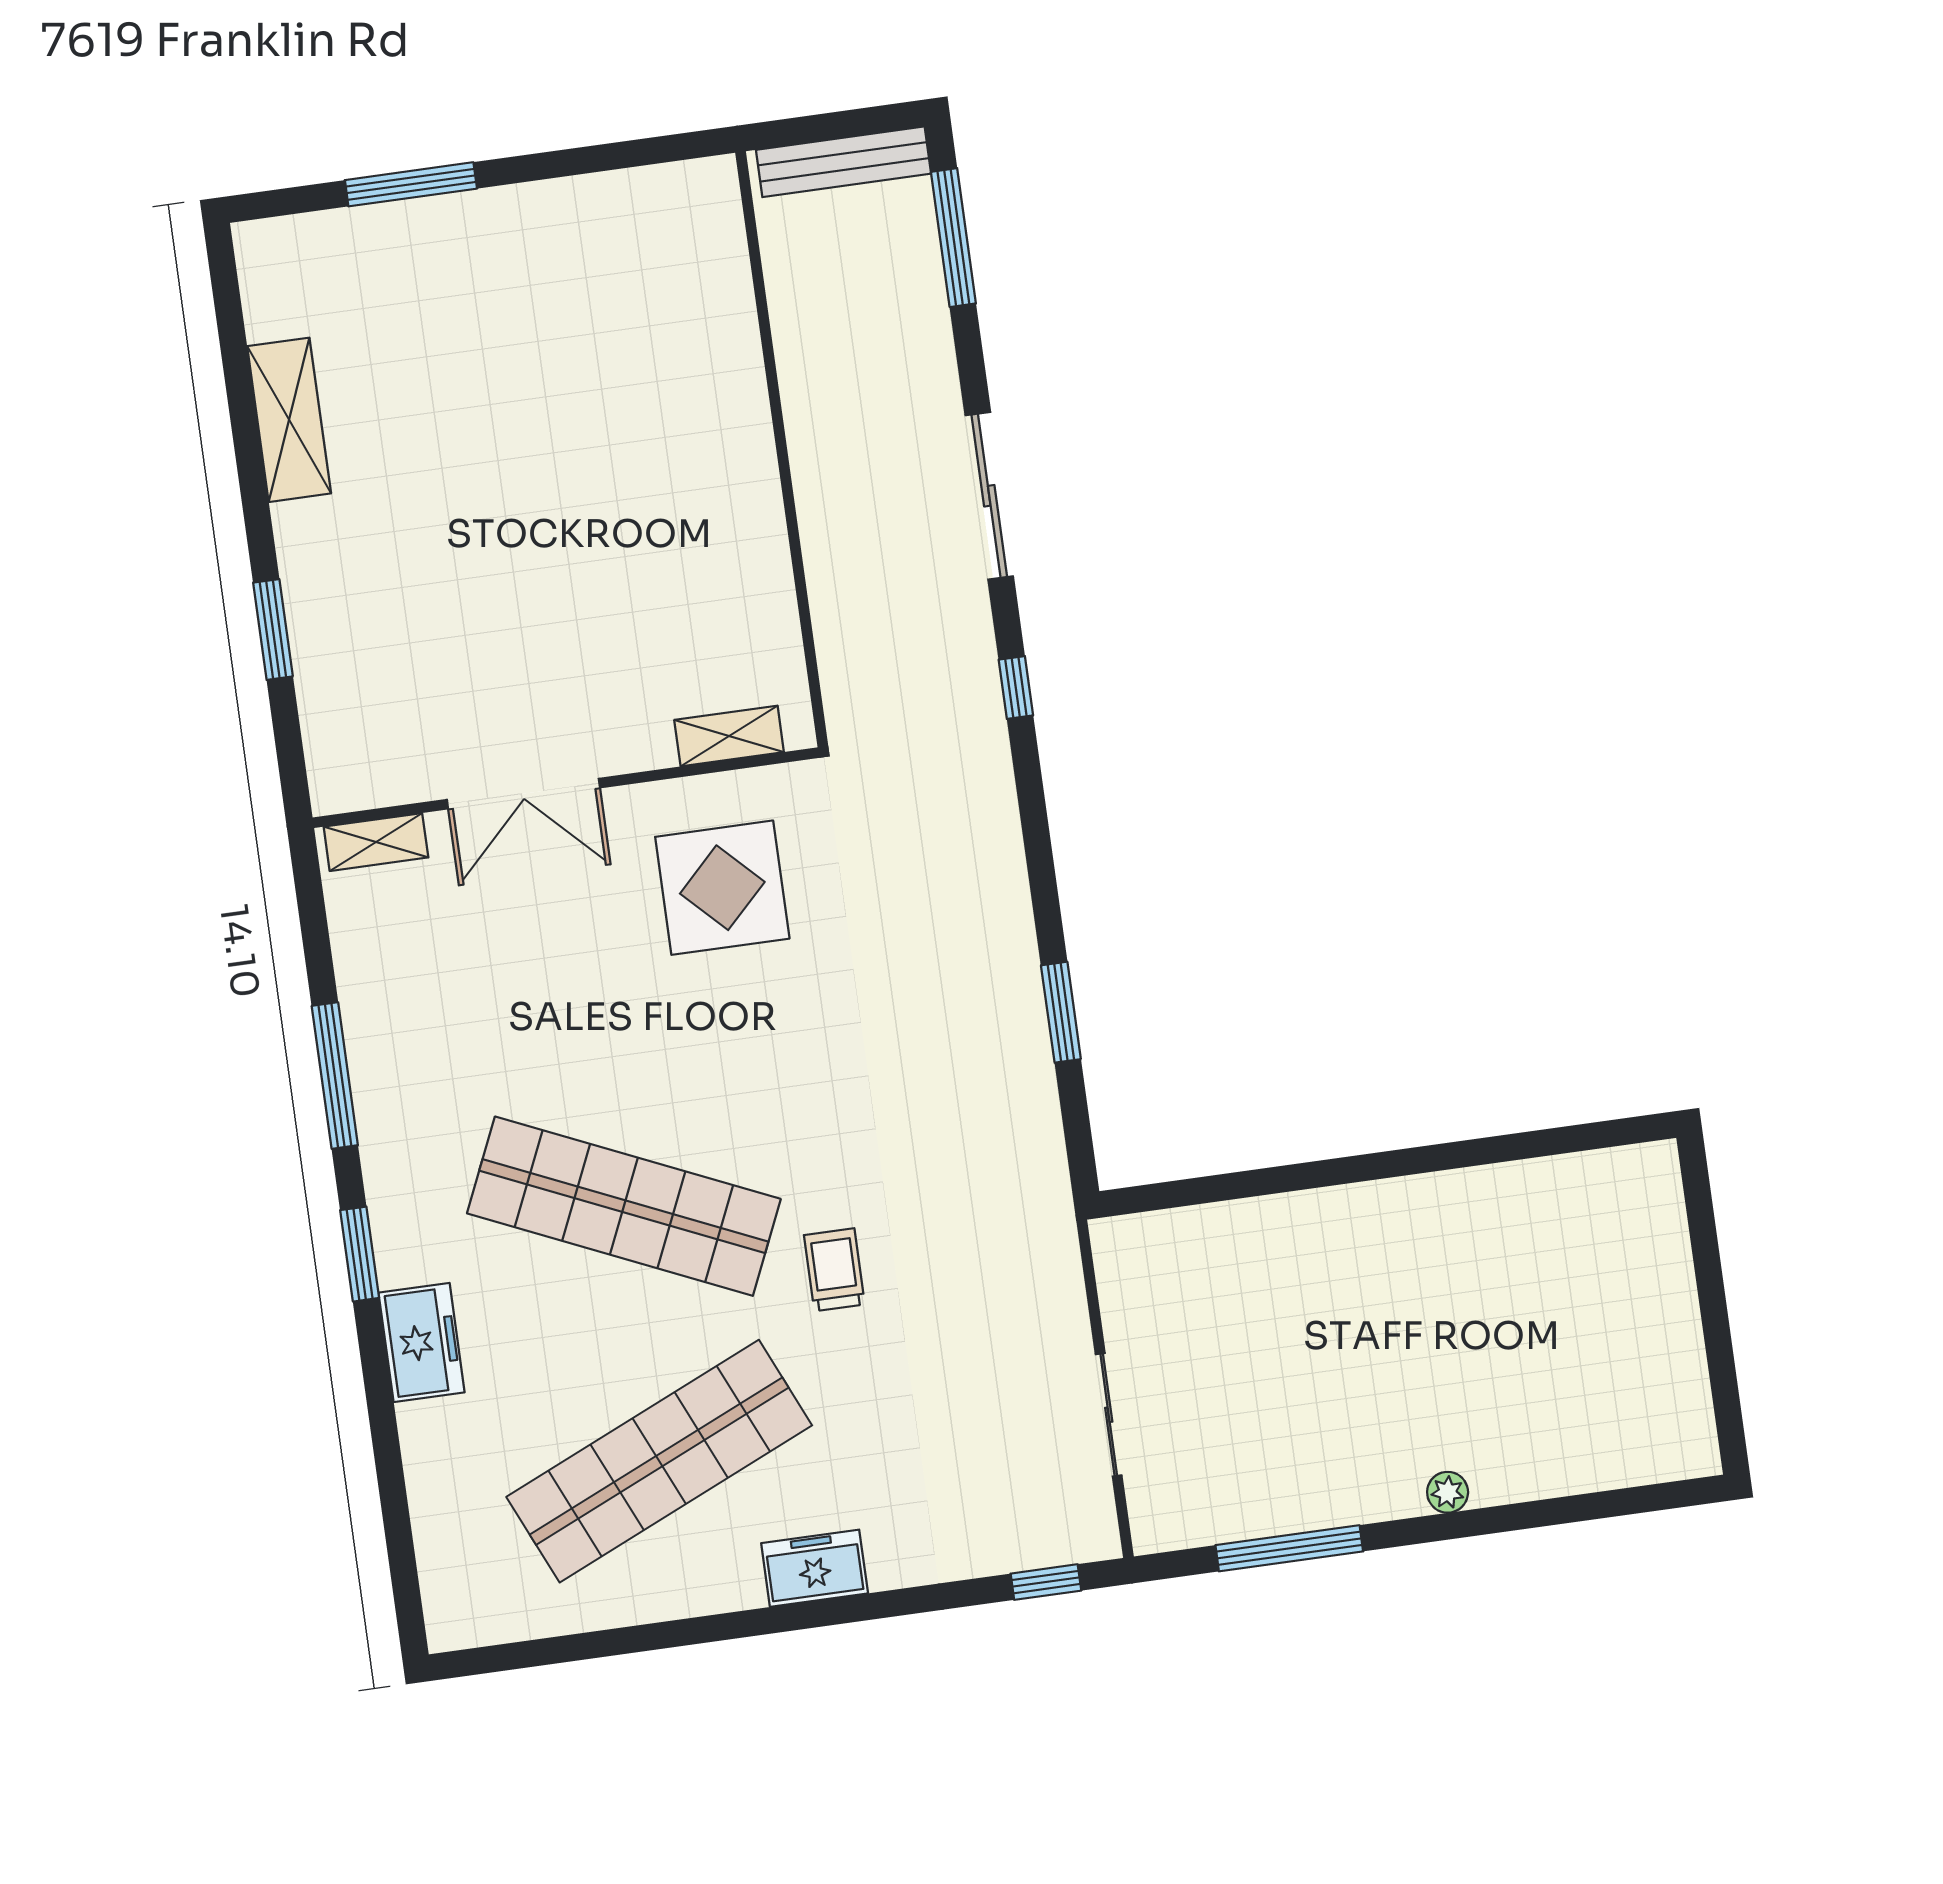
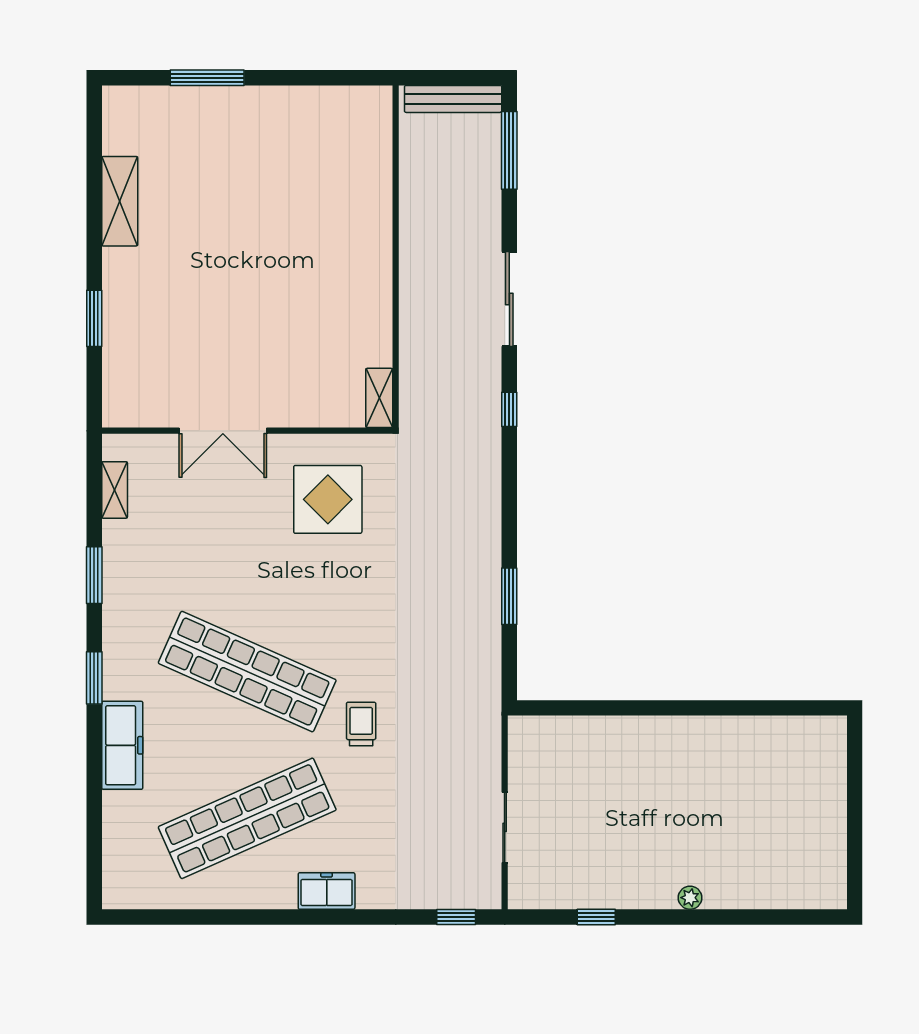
shelving: (729, 736) -> (379, 398), moved, turned 90
shelving: (376, 842) -> (115, 490), moved, turned 90
window: (335, 1075) -> (94, 575), width x0.69
freezer: (422, 1342) -> (122, 745), width x1.40
window: (1289, 1548) -> (596, 917), width x0.46

